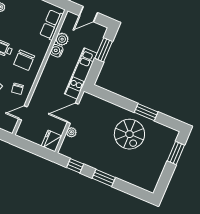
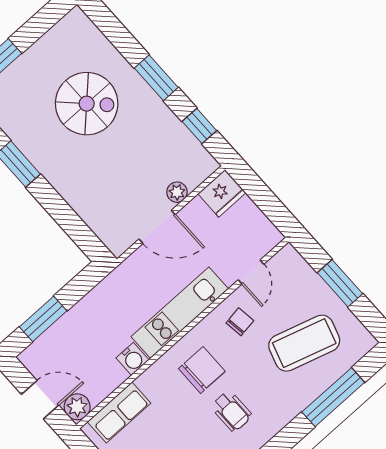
plant: (62, 39) -> (77, 407), moved
kitchen unit: (81, 73) -> (180, 313), moved, turned 180
door: (23, 113) -> (251, 272), hinge flipped
spiral stairs: (129, 134) -> (87, 104), moved, turned 90

